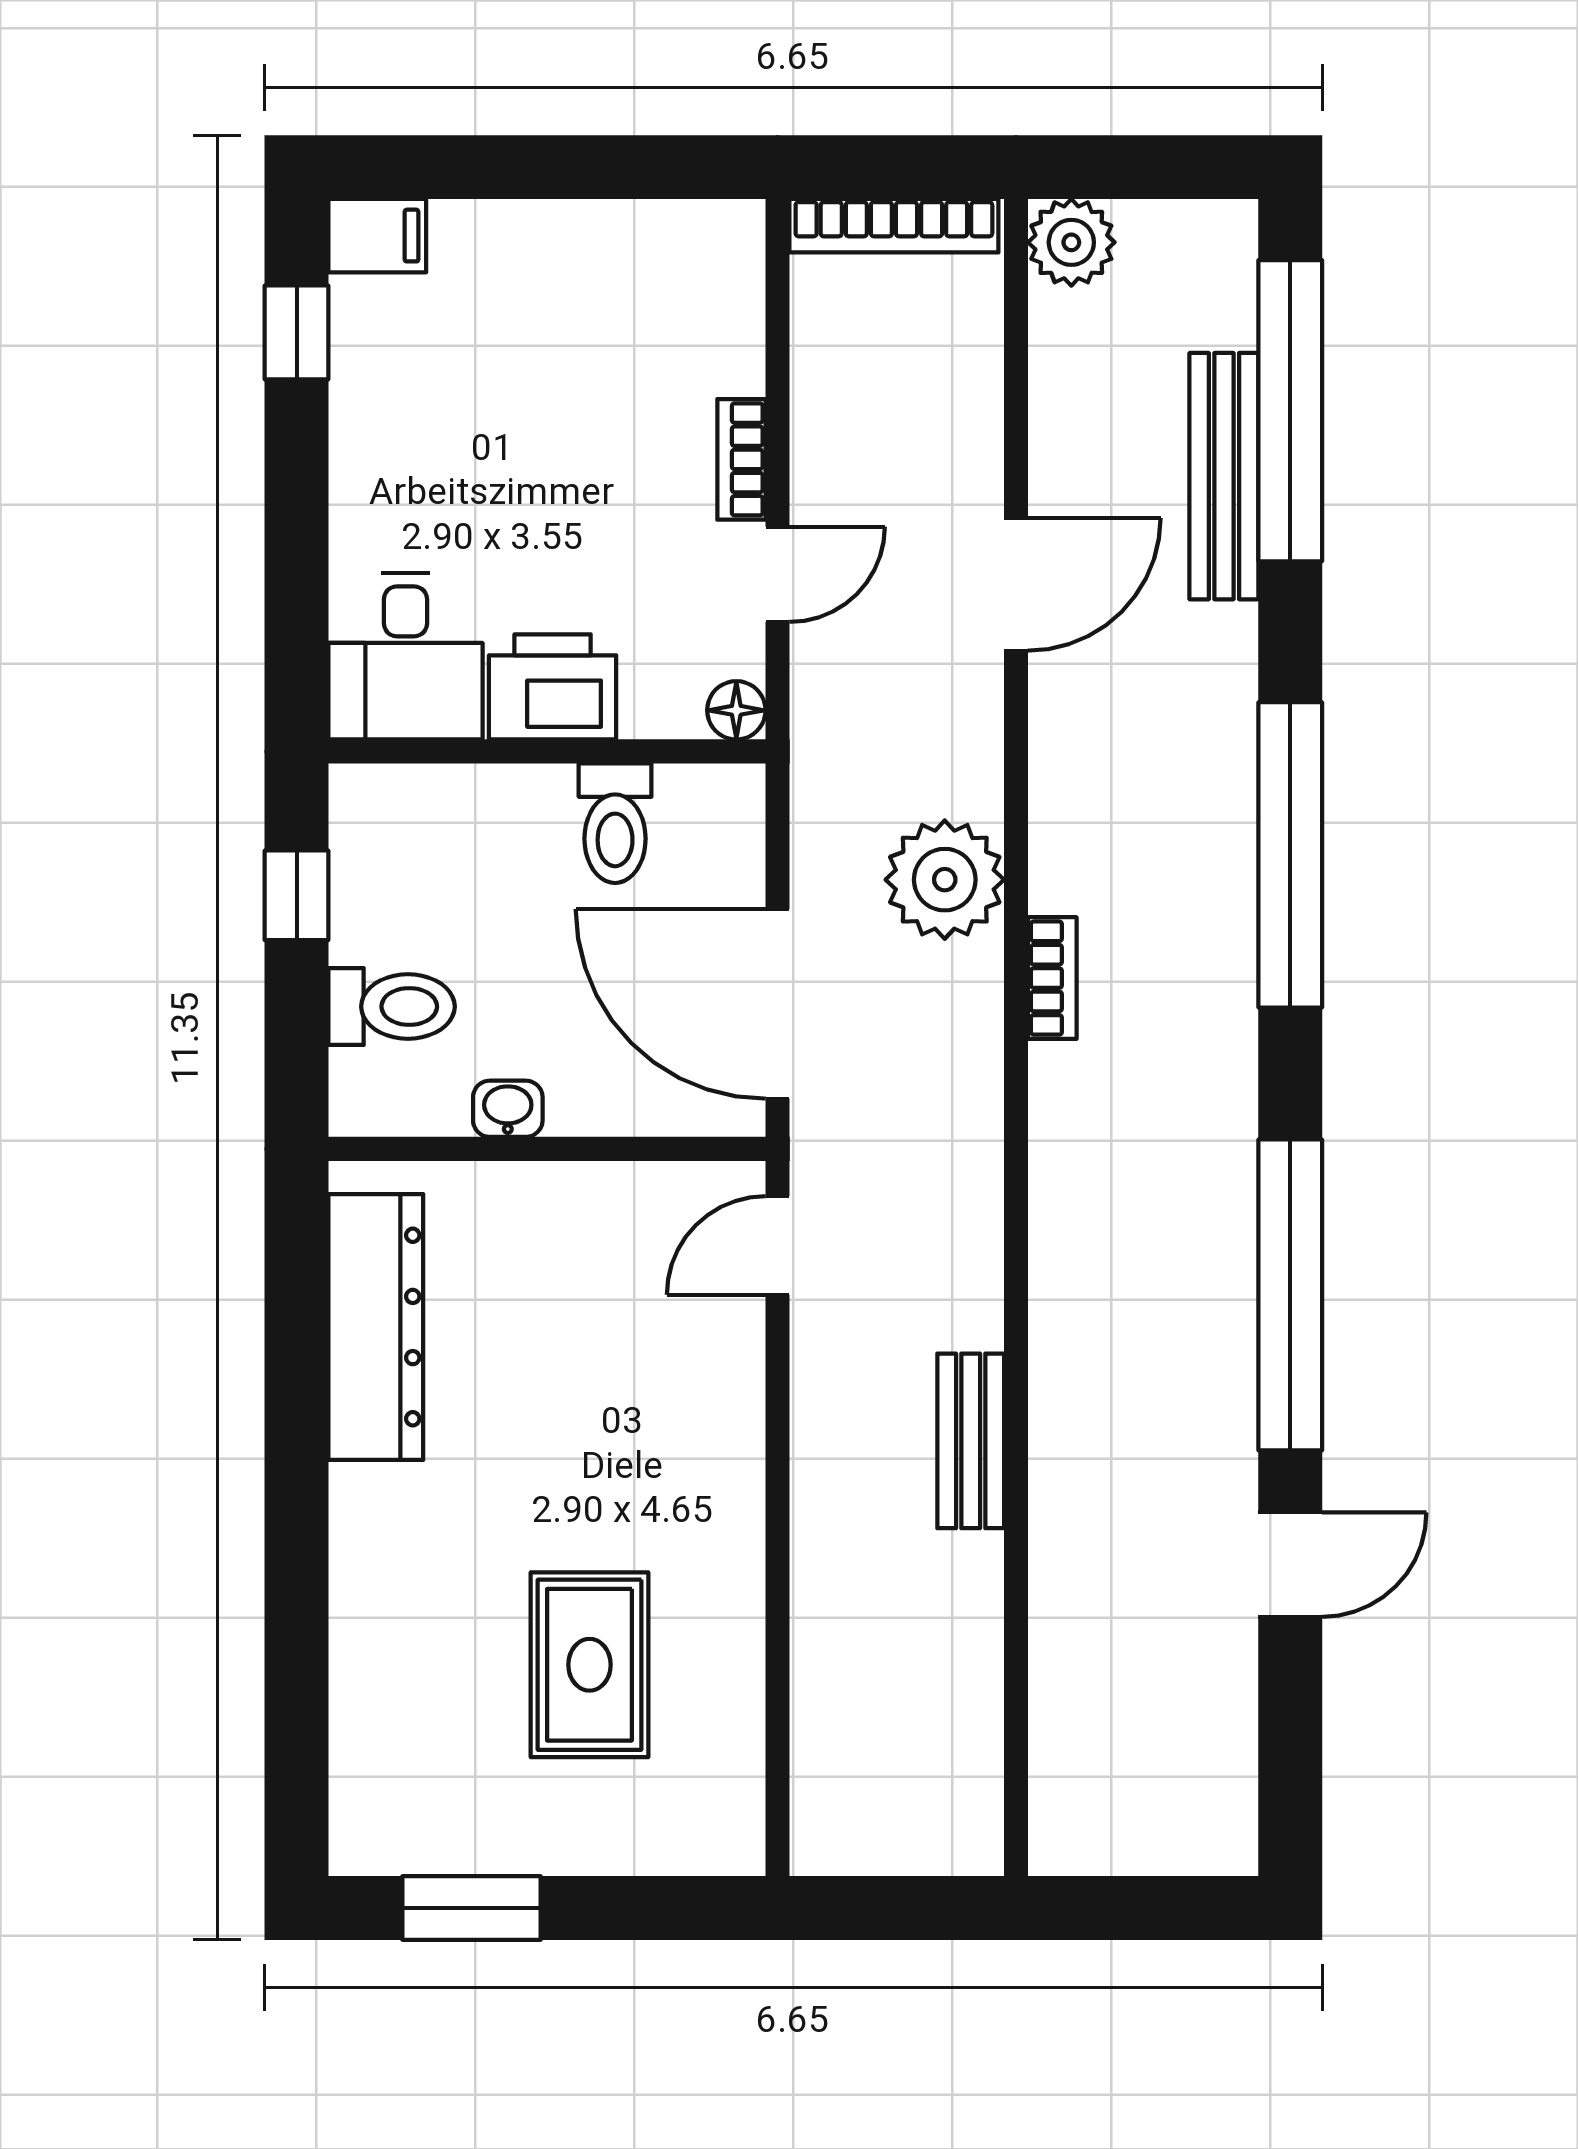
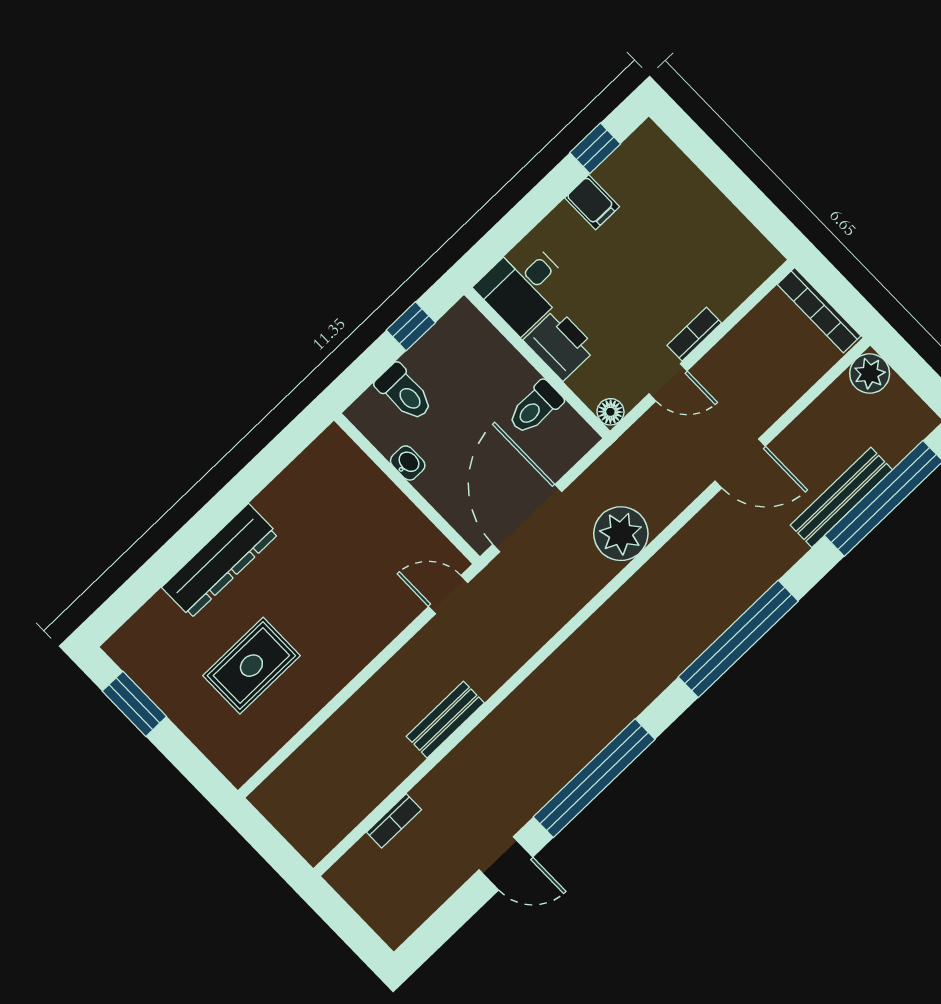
filing cabinet: (377, 236) -> (592, 202), moved
bookcase: (1052, 978) -> (394, 821), moved
dresser: (376, 1327) -> (220, 561), moved

